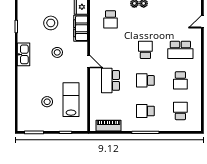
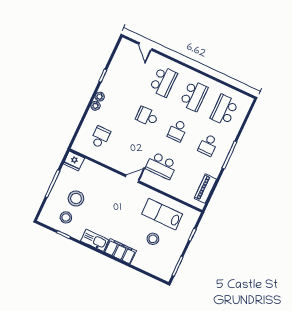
school desk: (110, 19) -> (100, 137), turned -90
filing cabinet: (81, 28) -> (120, 251), moved, turned 180
stool: (57, 52) -> (66, 217), moved
school desk: (180, 80) -> (194, 96), width x1.85
school desk: (180, 111) -> (224, 110), width x1.85

